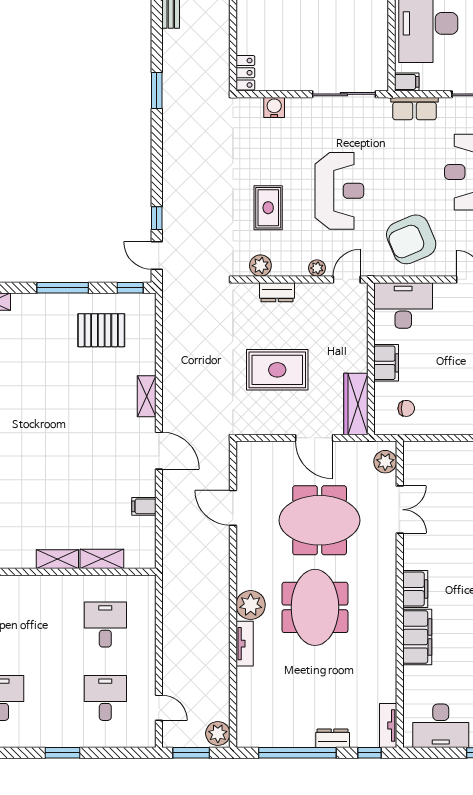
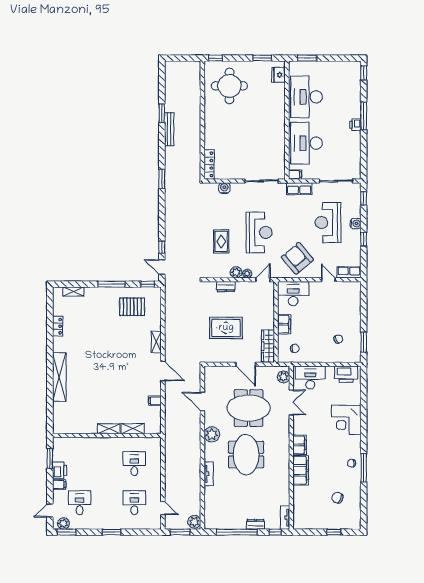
locker: (245, 73) -> (209, 164), width x1.53
armchair: (411, 239) -> (297, 258), turned 73
plant: (260, 266) -> (236, 272), moved
plant: (251, 605) -> (212, 434), moved
desk: (441, 726) -> (310, 377), moved, turned 180

